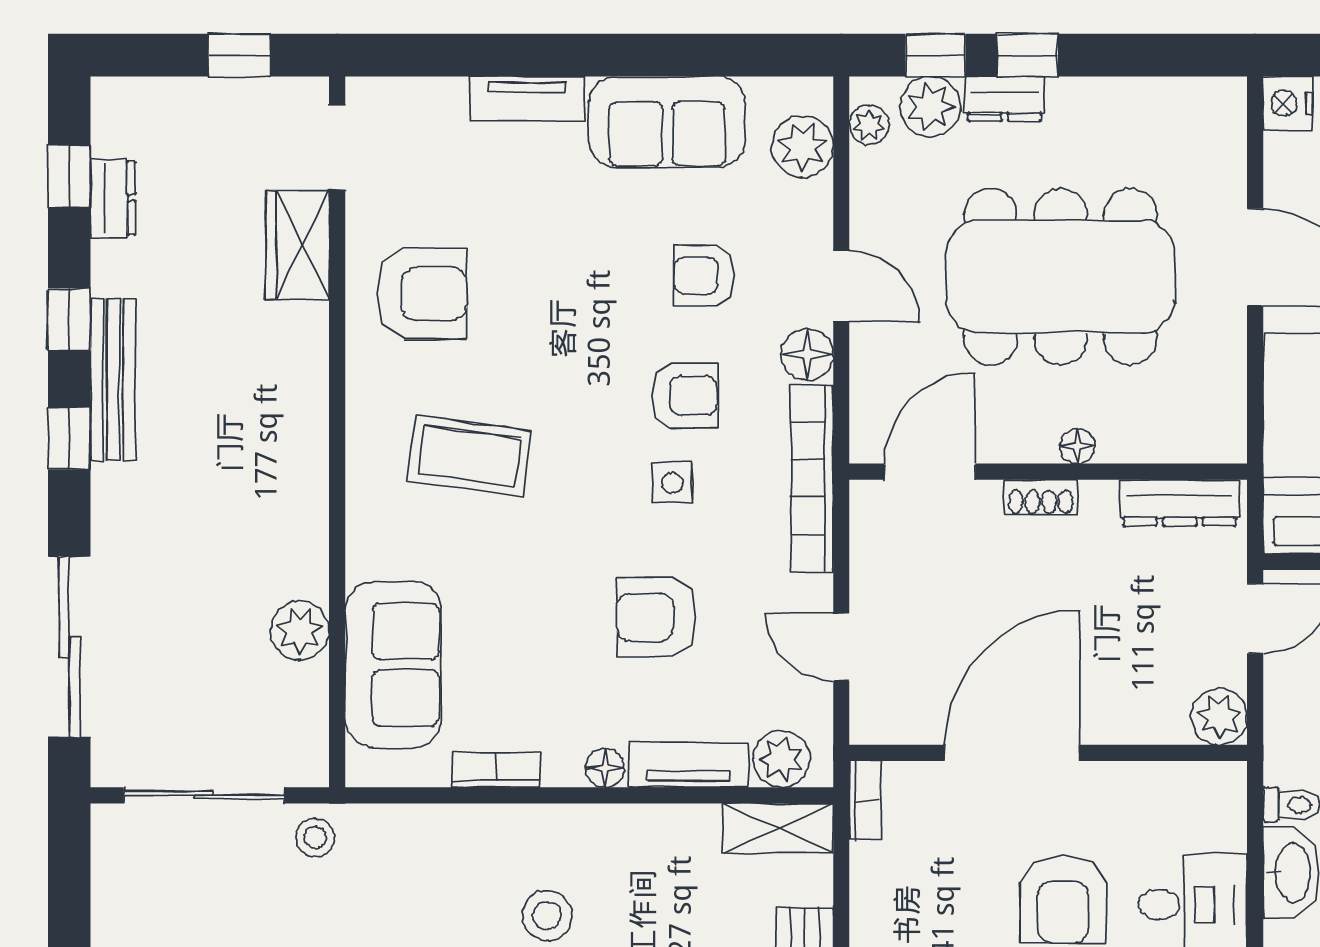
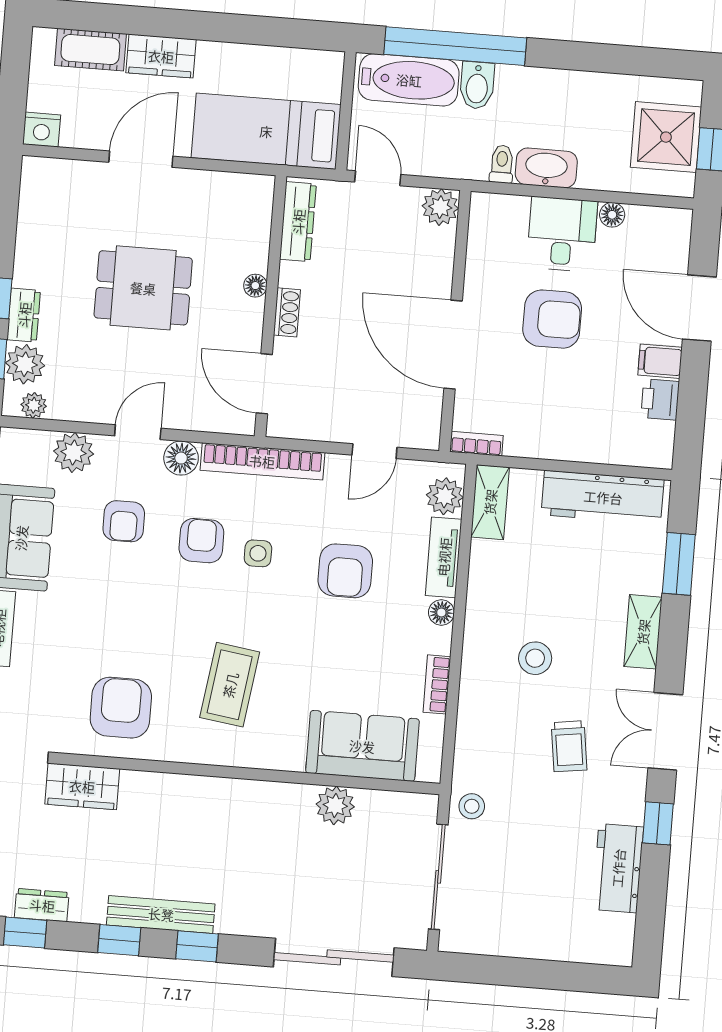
plant: (802, 147) -> (74, 453), moved
dining table: (1060, 277) -> (143, 288), width x0.53, depth x0.80

